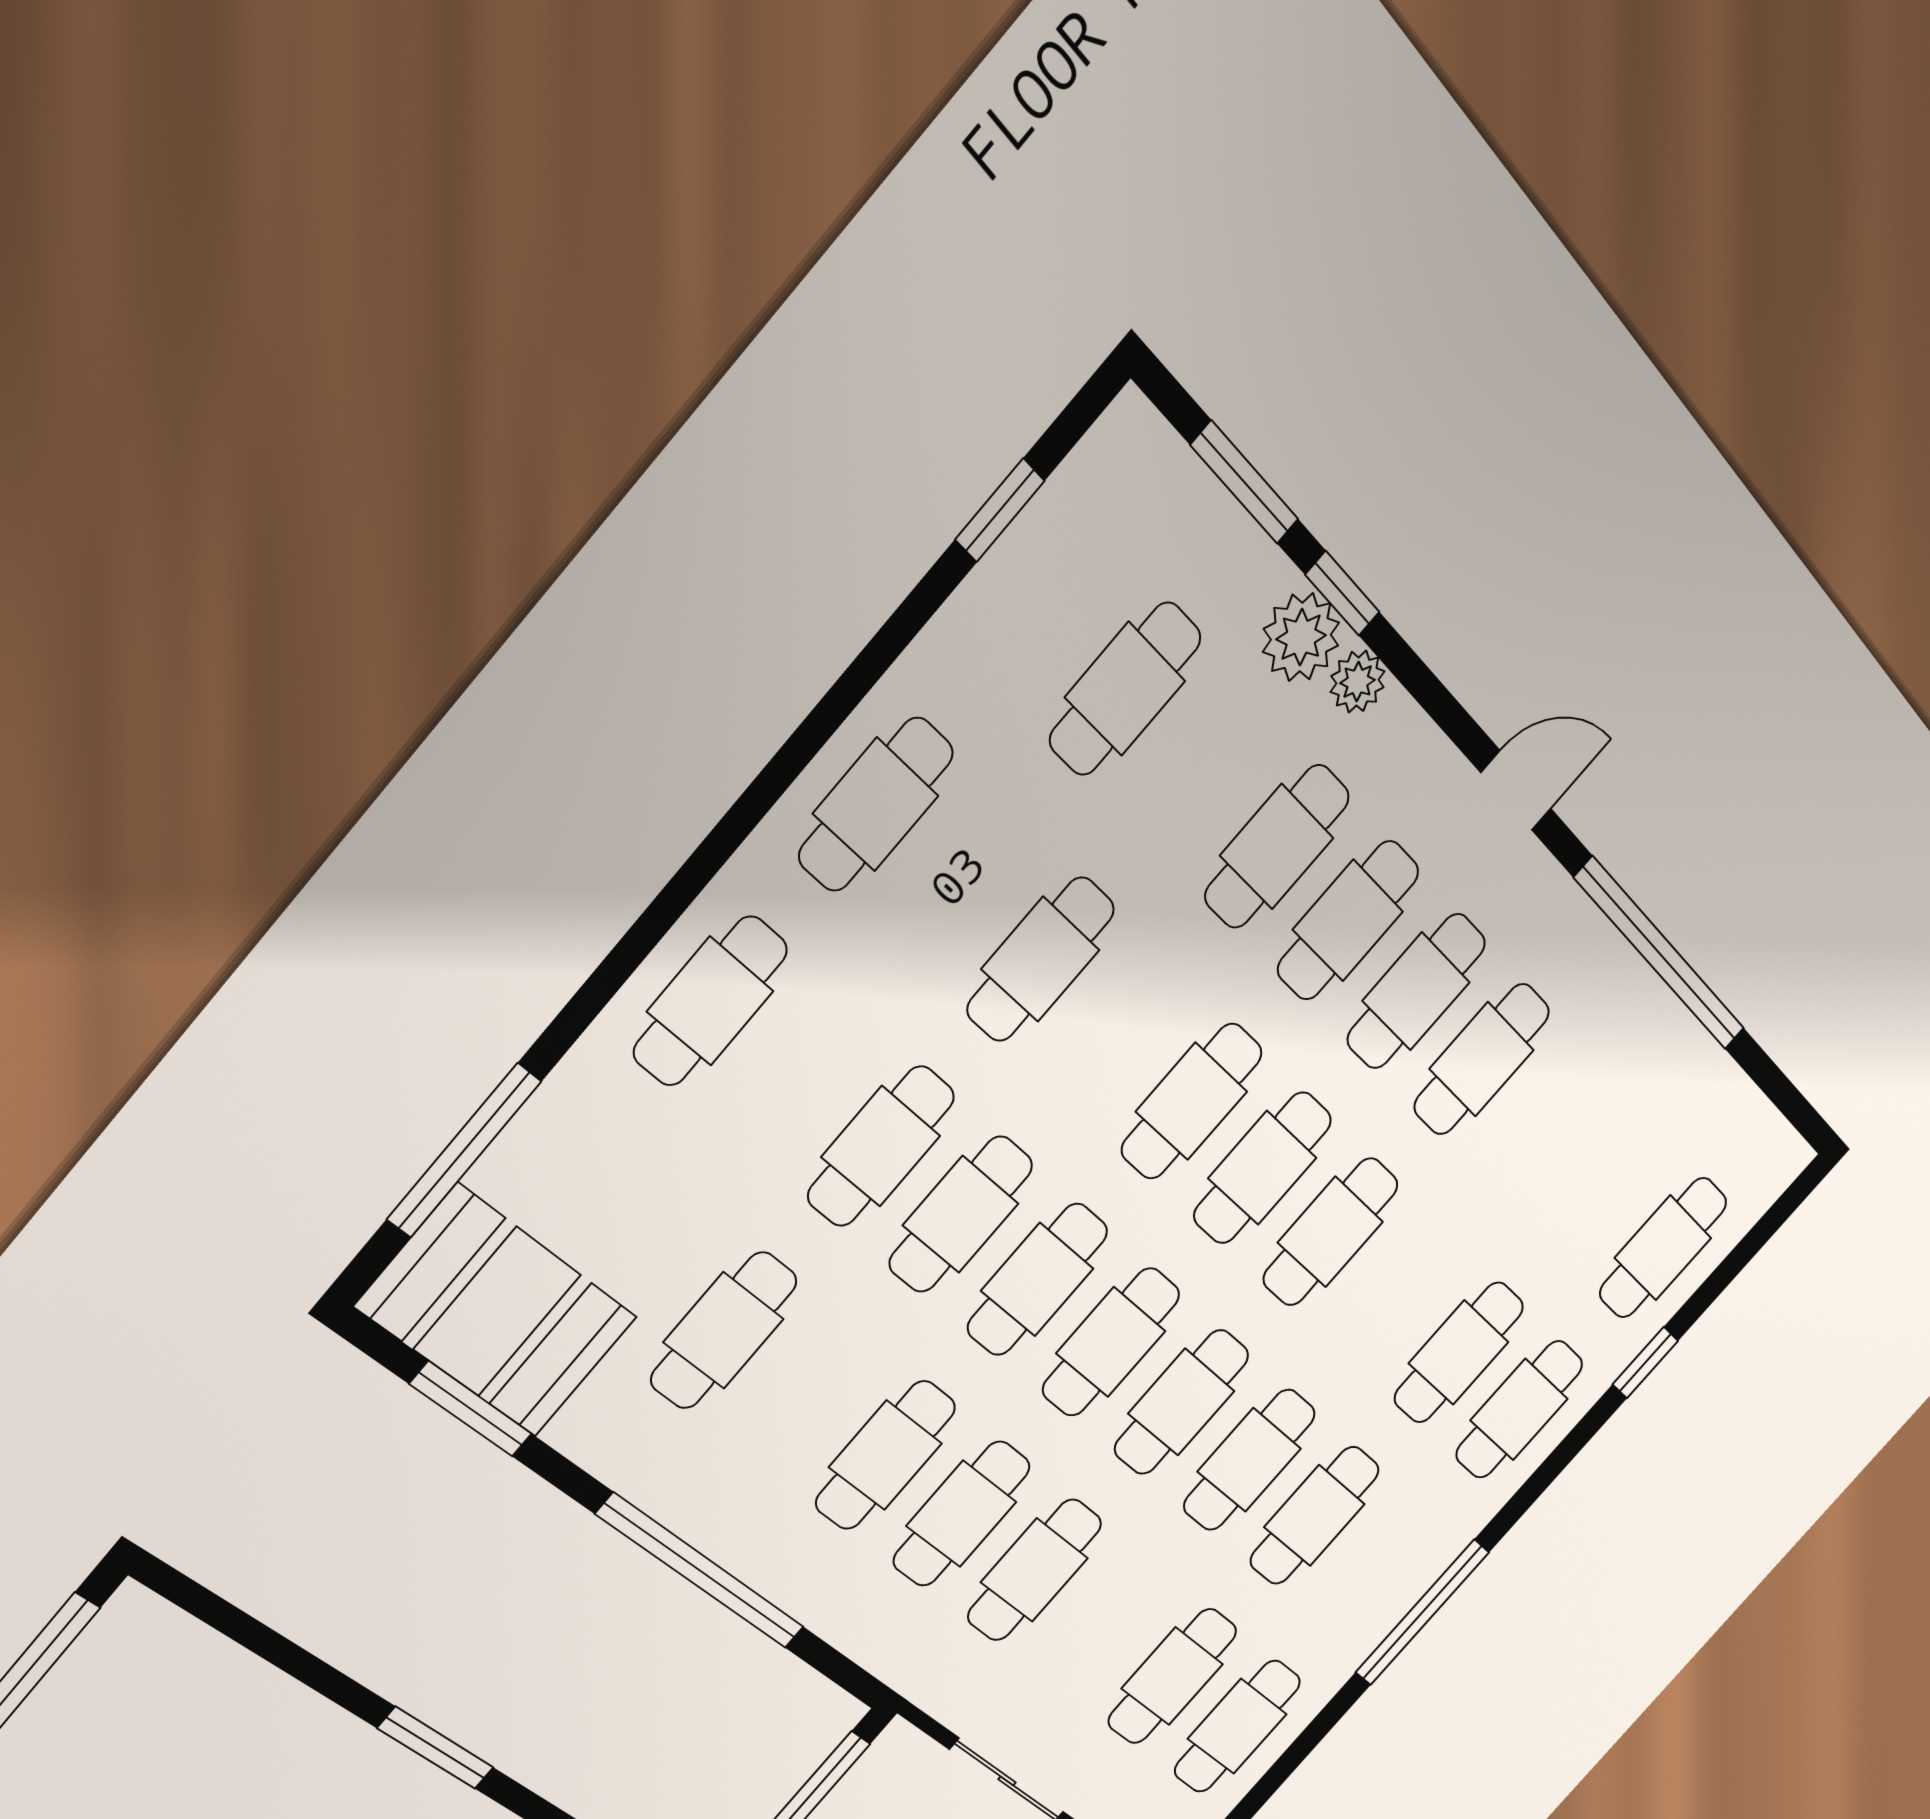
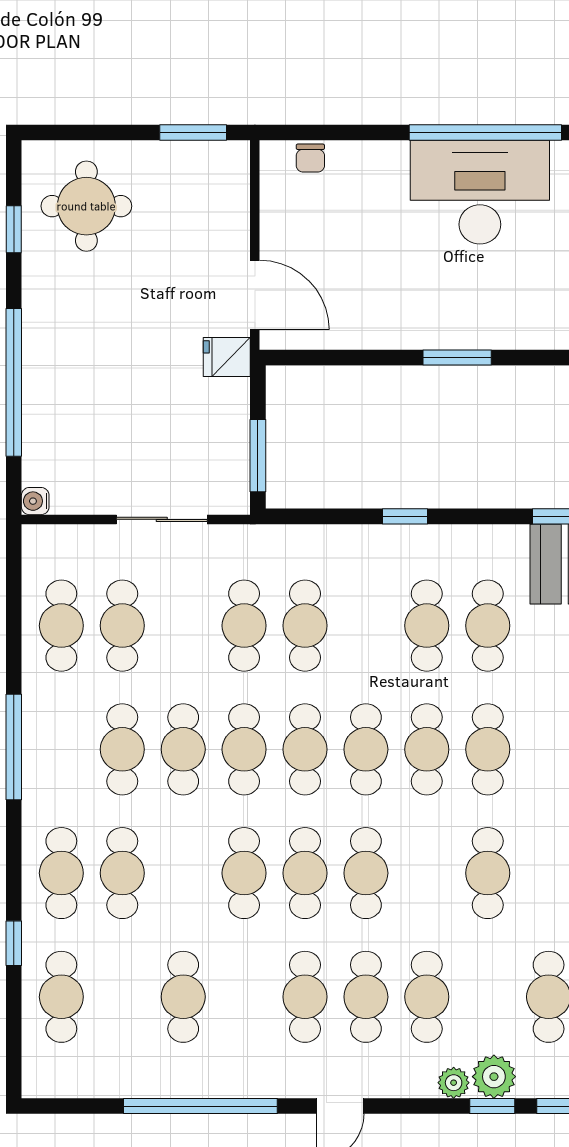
cafe table: (1482, 1059) -> (183, 997), moved
cafe table: (885, 1455) -> (427, 626), moved
window: (701, 1572) -> (405, 516), width x0.32

